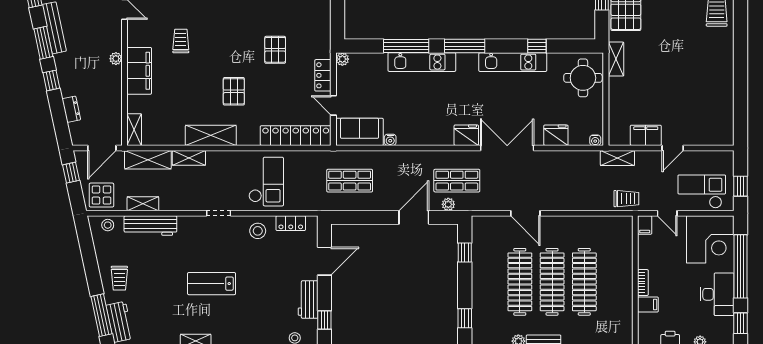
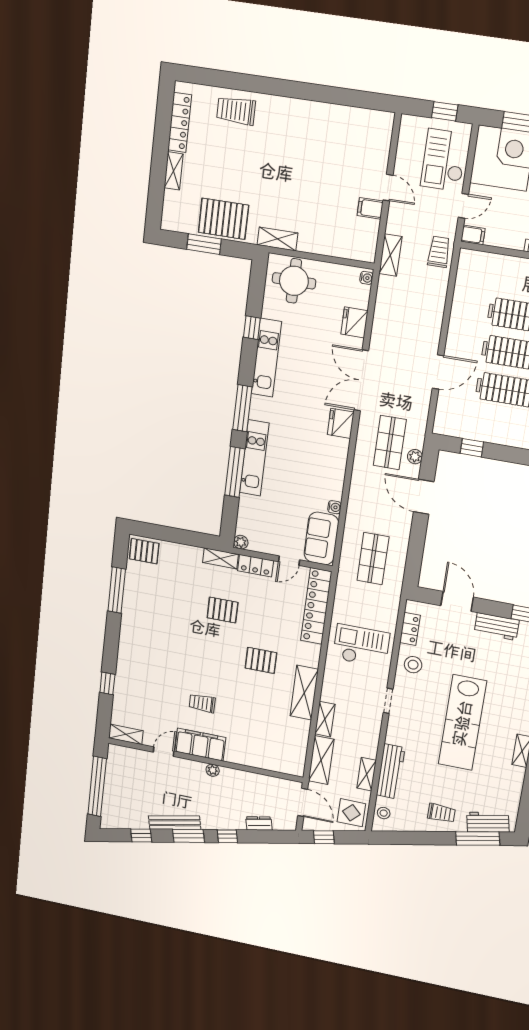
filing cabinet: (139, 71) -> (200, 745), moved
shelving: (134, 130) -> (220, 558), moved
filing cabinet: (646, 135) -> (370, 208), width x0.50
lab bench: (212, 284) -> (462, 723), width x1.86, depth x1.39

